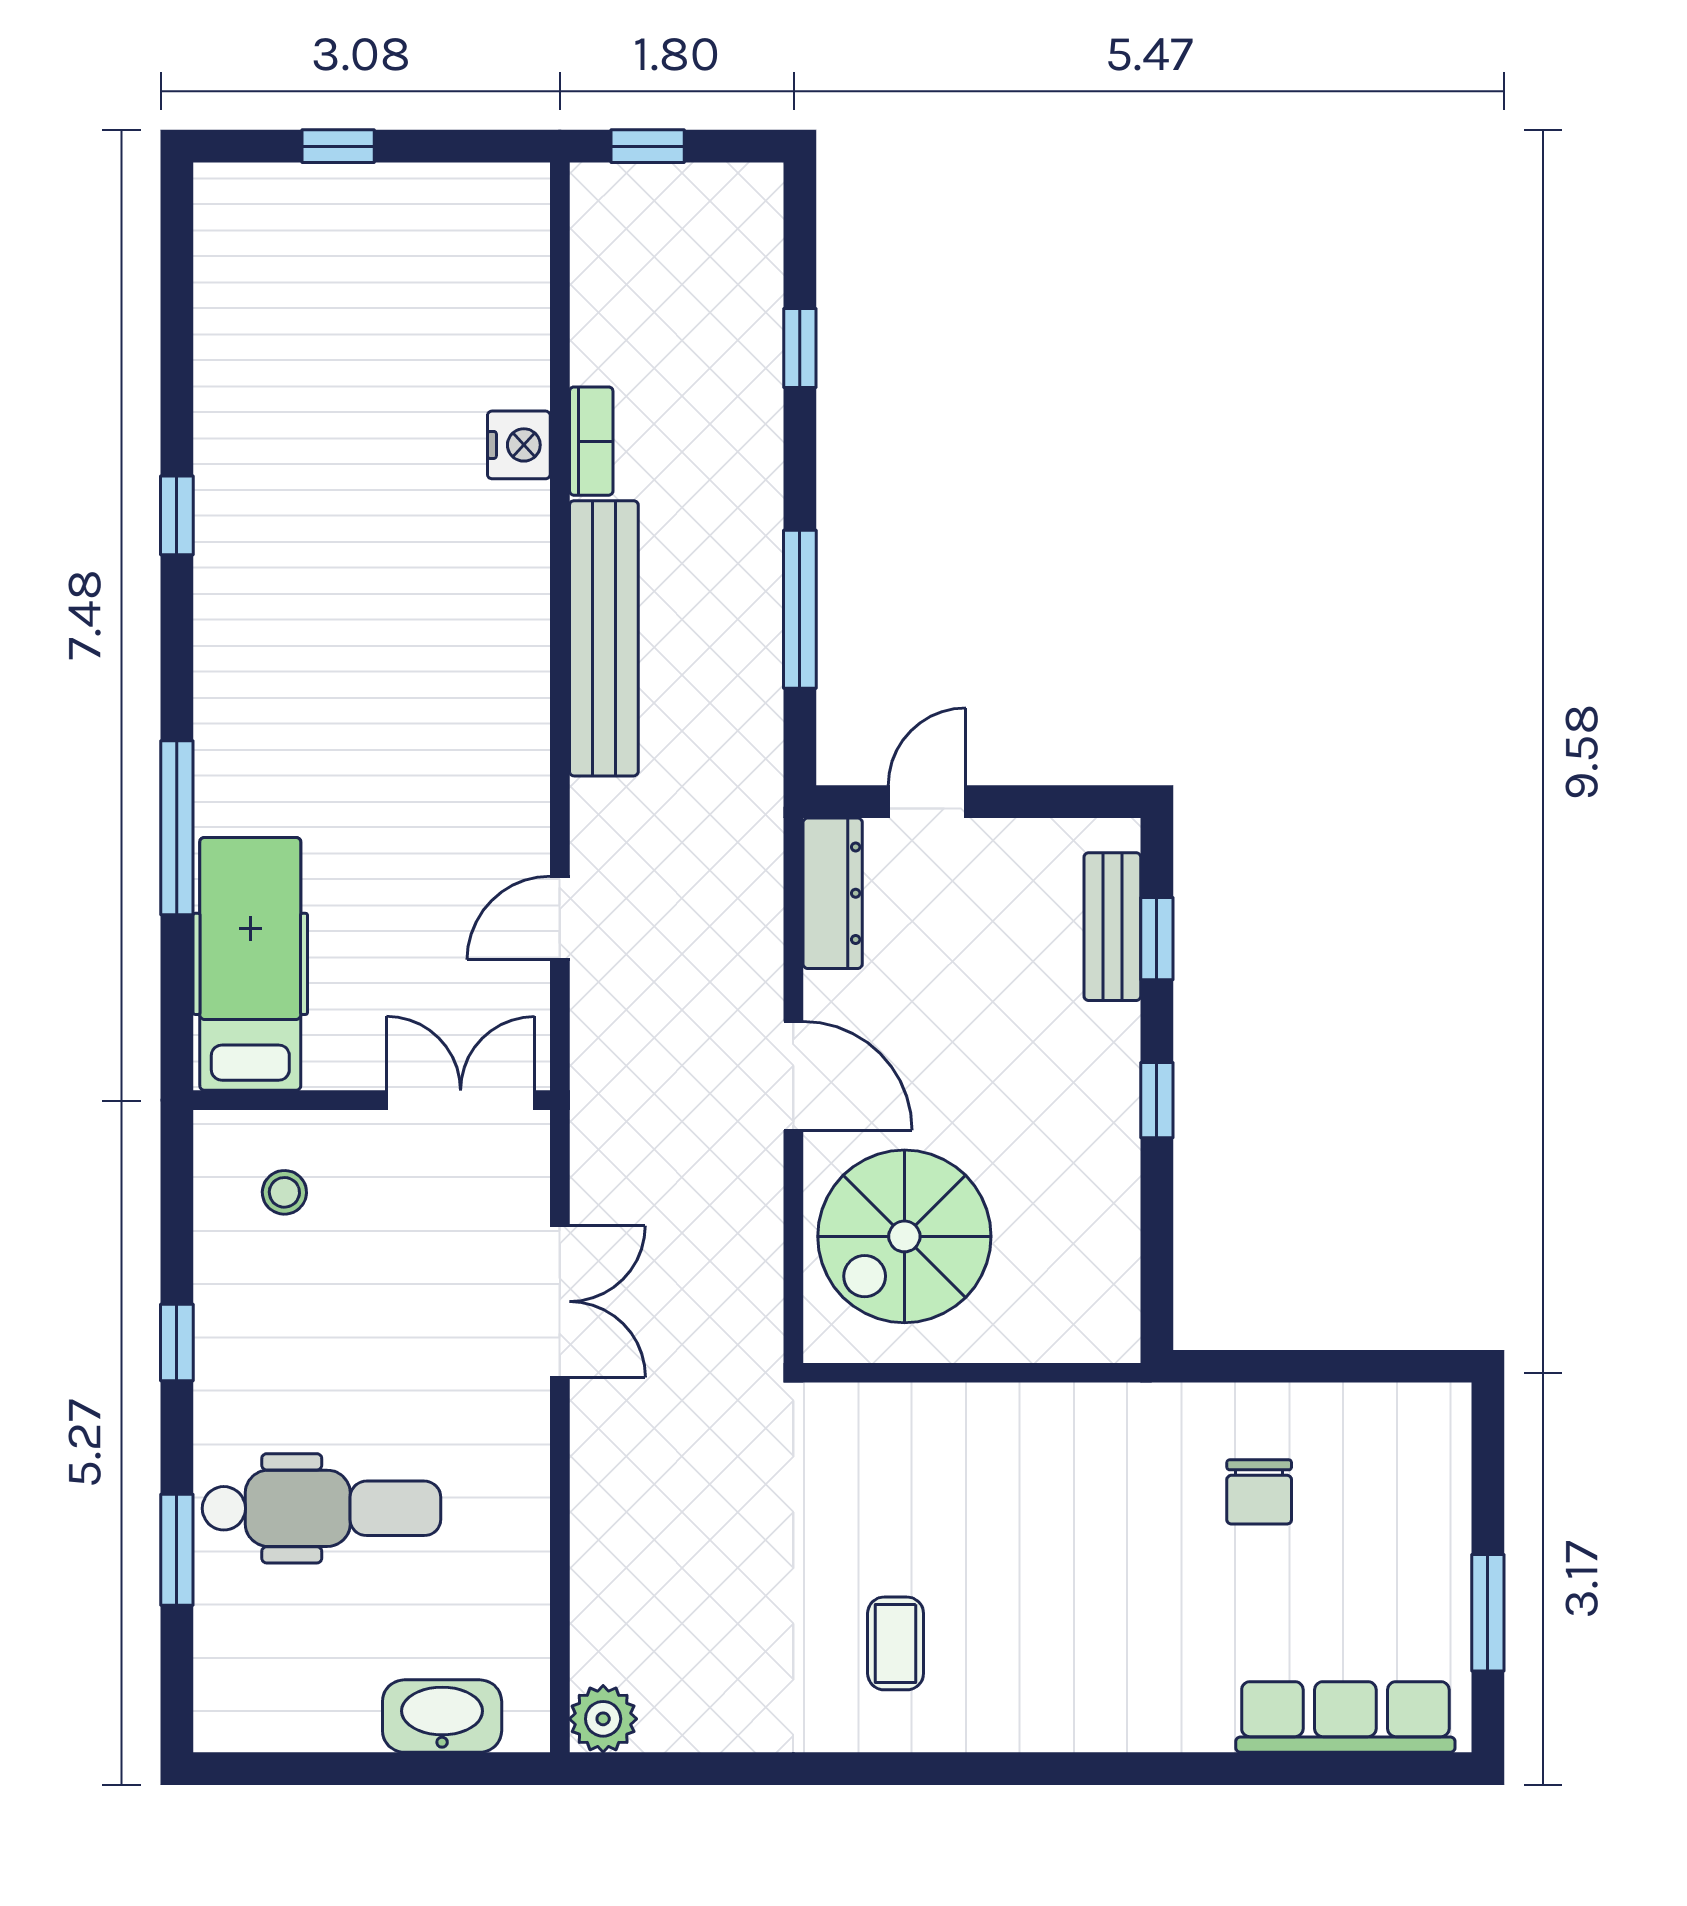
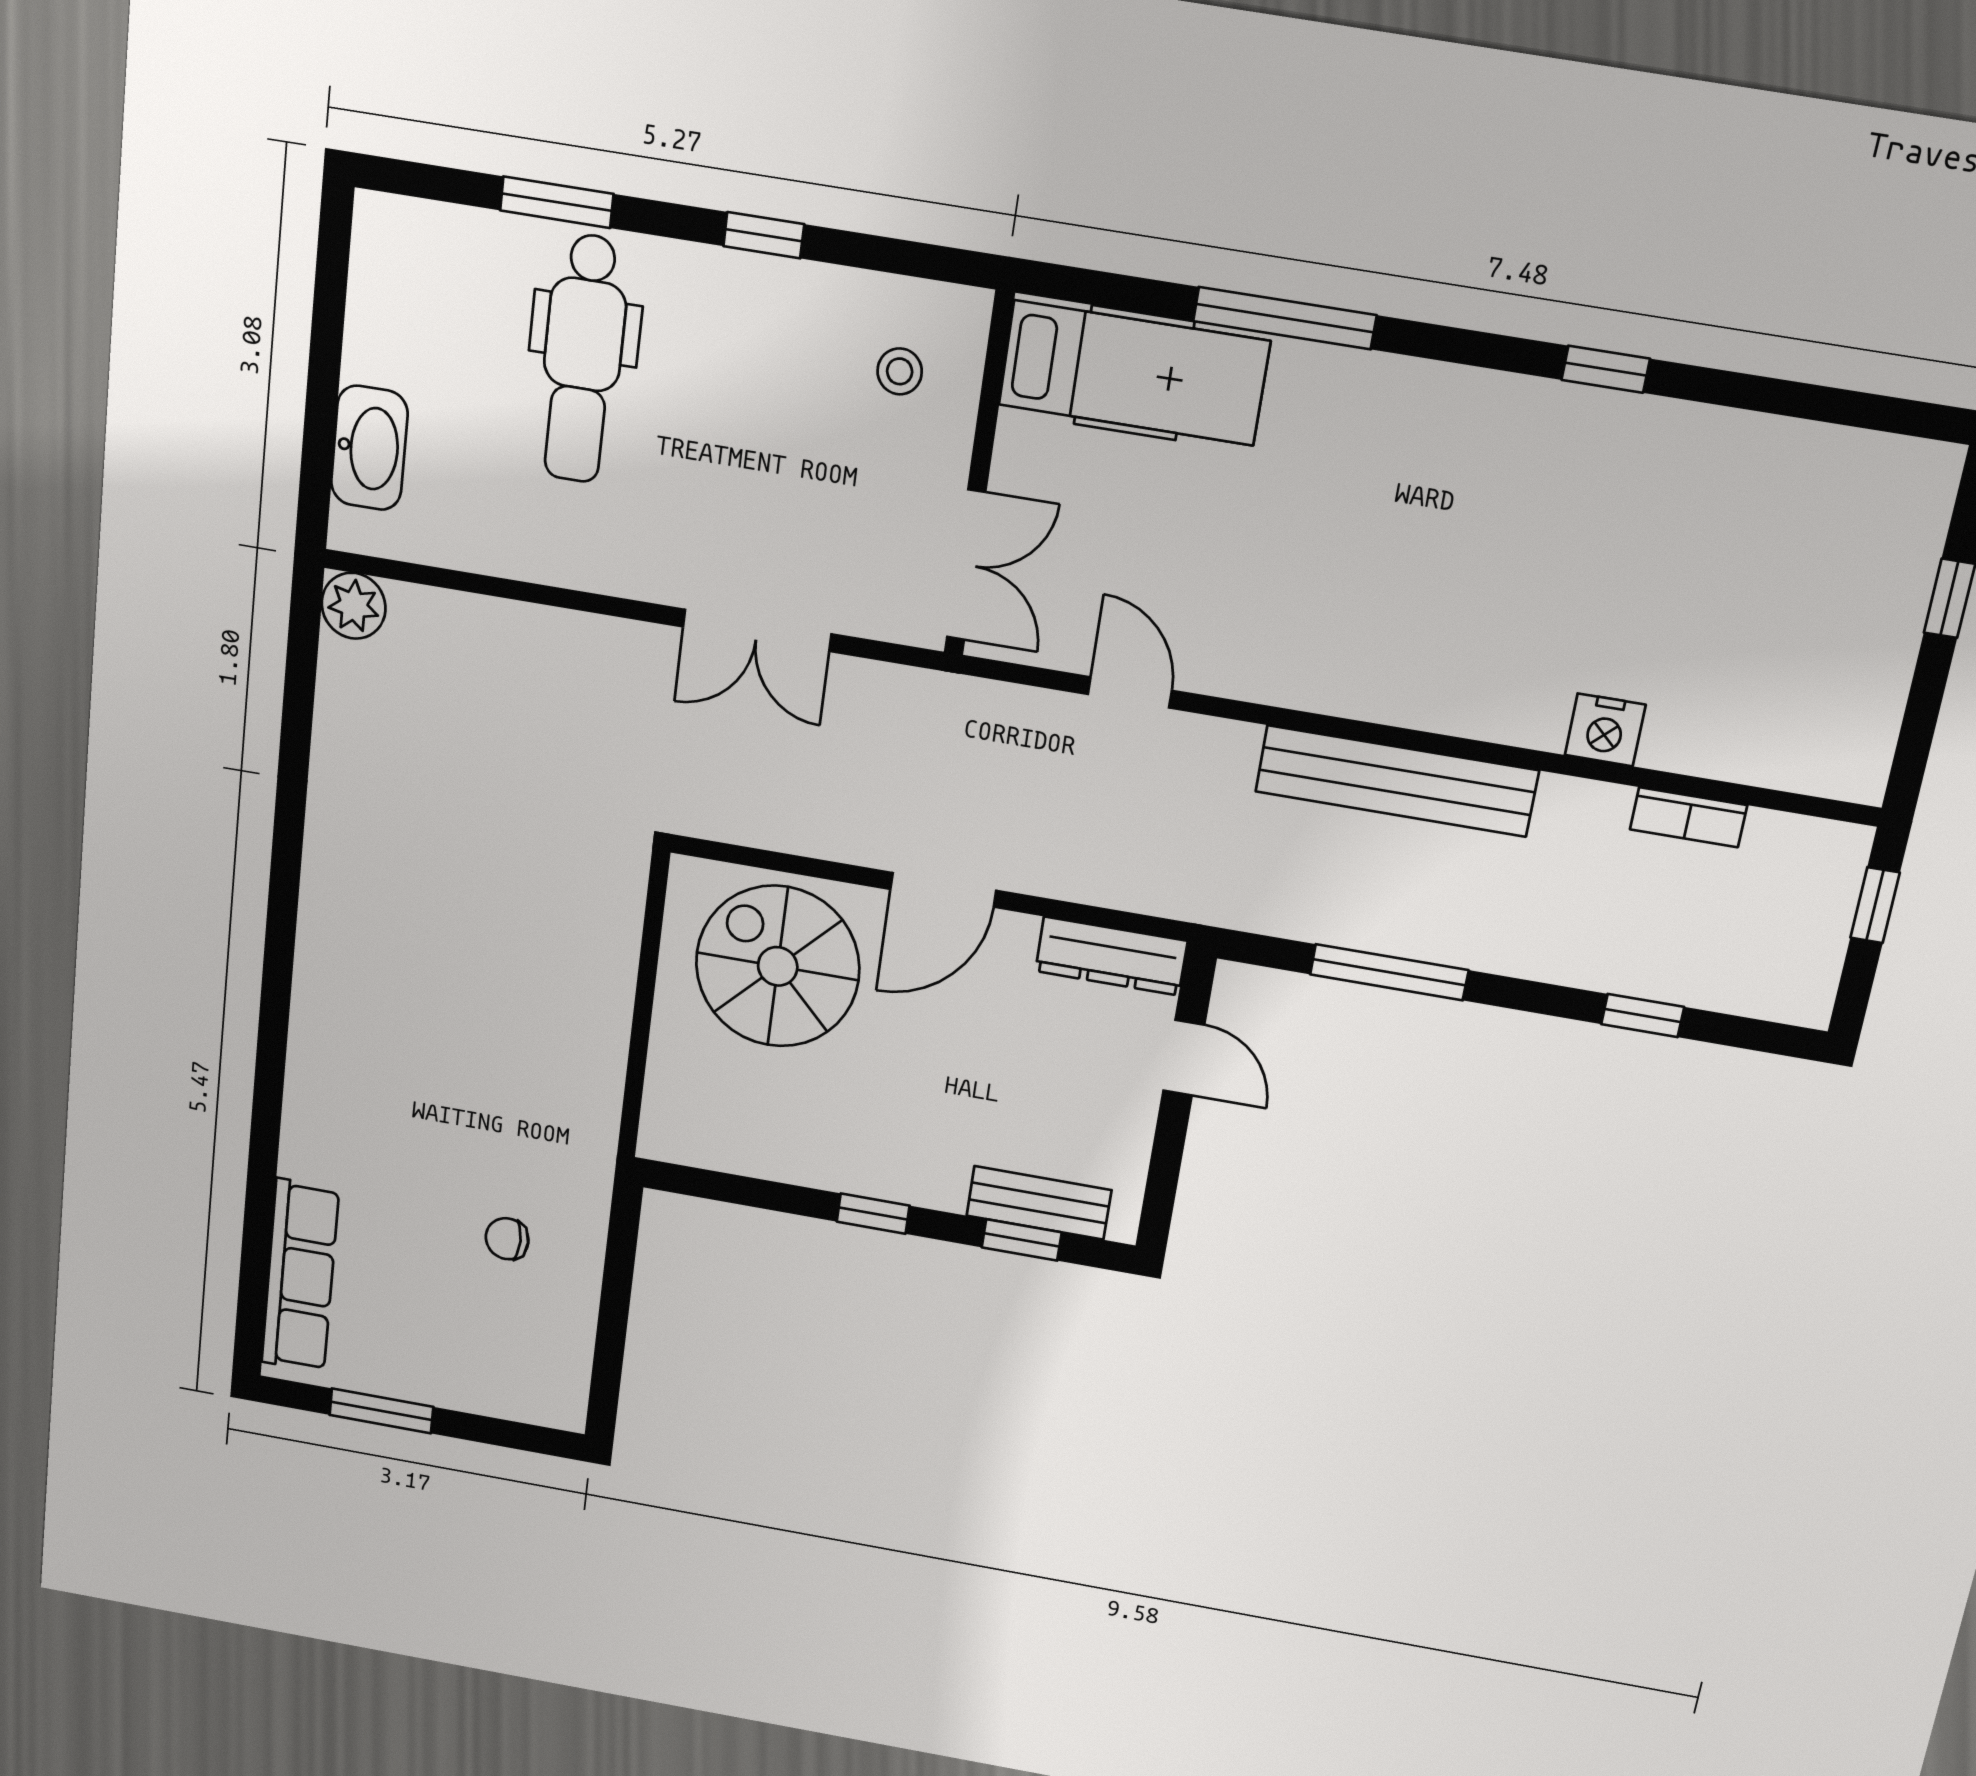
bookcase: (591, 441) -> (1688, 817), moved
chair: (1259, 1492) -> (507, 1239), width x0.73, depth x0.73
coffee table: (896, 1643) -> (400, 893), removed

